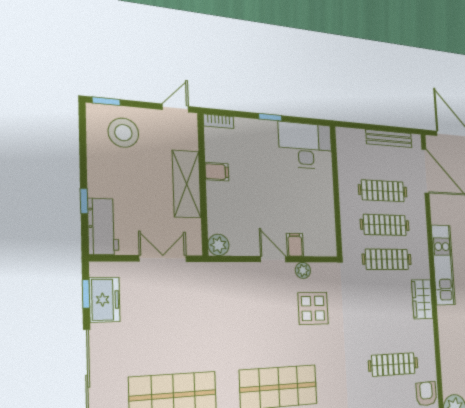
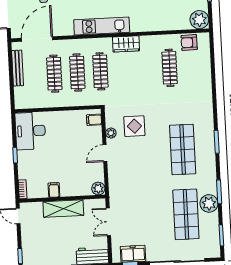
stool: (123, 133) -> (37, 246), removed
filing cabinet: (295, 245) -> (94, 120), moved

